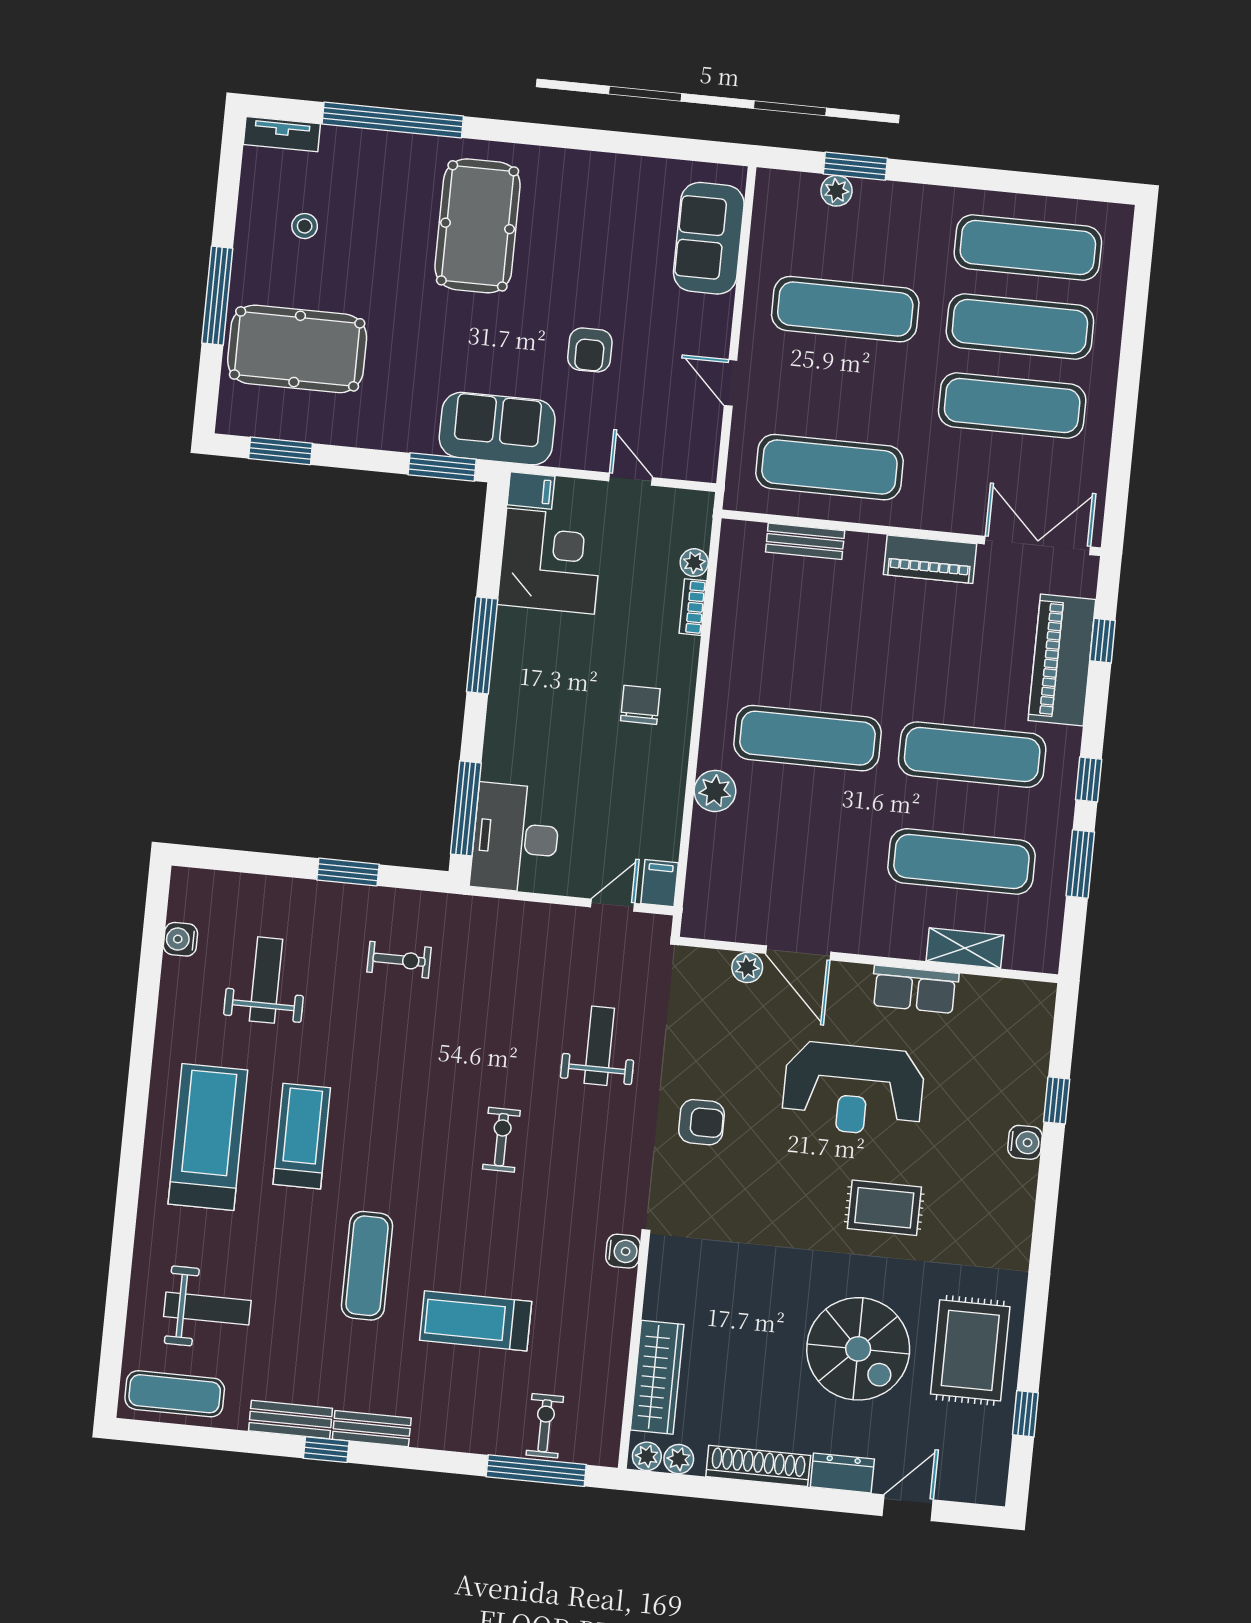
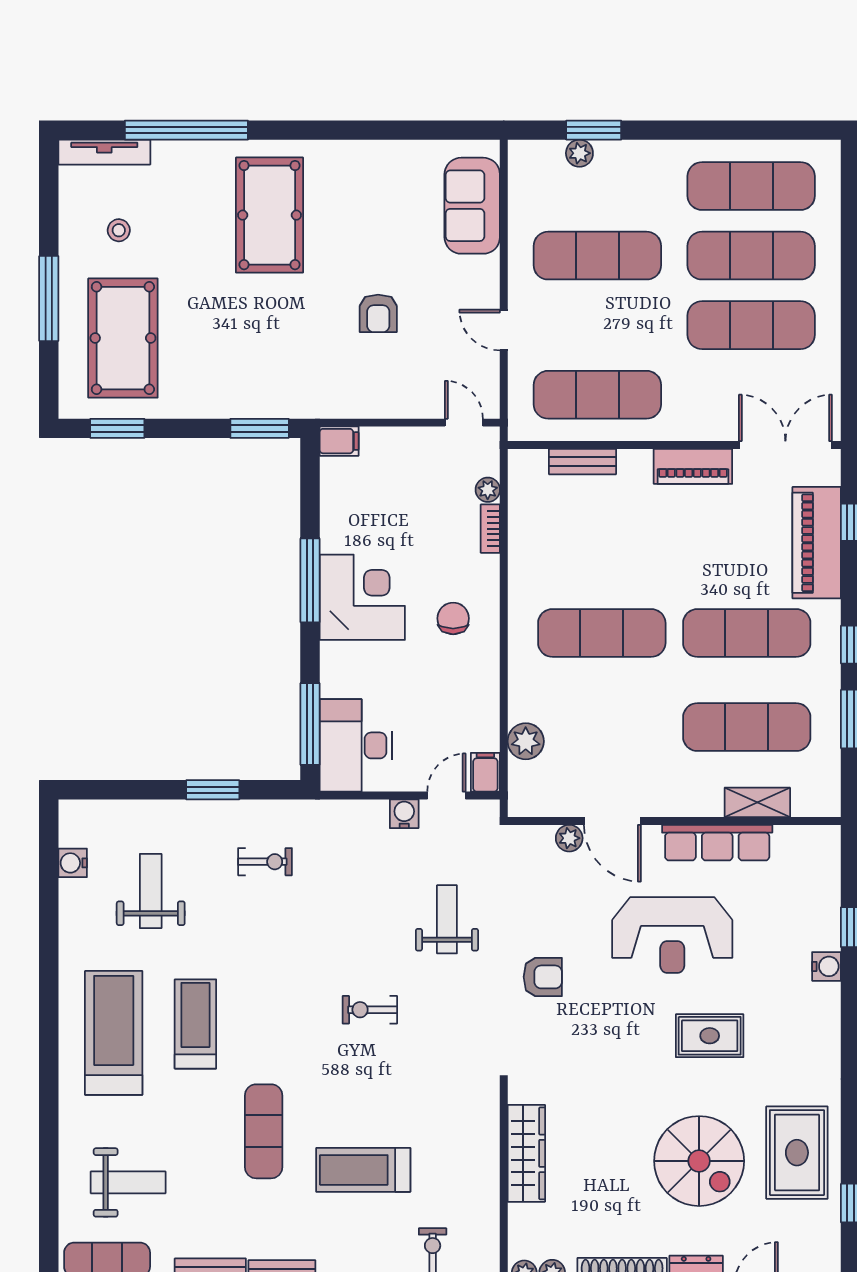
tv unit: (282, 134) -> (104, 152), width x1.41
pool table: (297, 349) -> (123, 338), turned 90
sofa: (497, 429) -> (304, 390), removed
door: (631, 479) -> (464, 423), moved
corner desk: (550, 561) -> (362, 597), moved
plant: (715, 791) -> (526, 741), moved
row of seats: (915, 989) -> (717, 843), width x1.48
exercise bike: (501, 1140) -> (370, 1010), turned -90
water cooler: (623, 1251) -> (404, 814), moved, turned -90
wardrobe: (657, 1377) -> (526, 1153), moved

